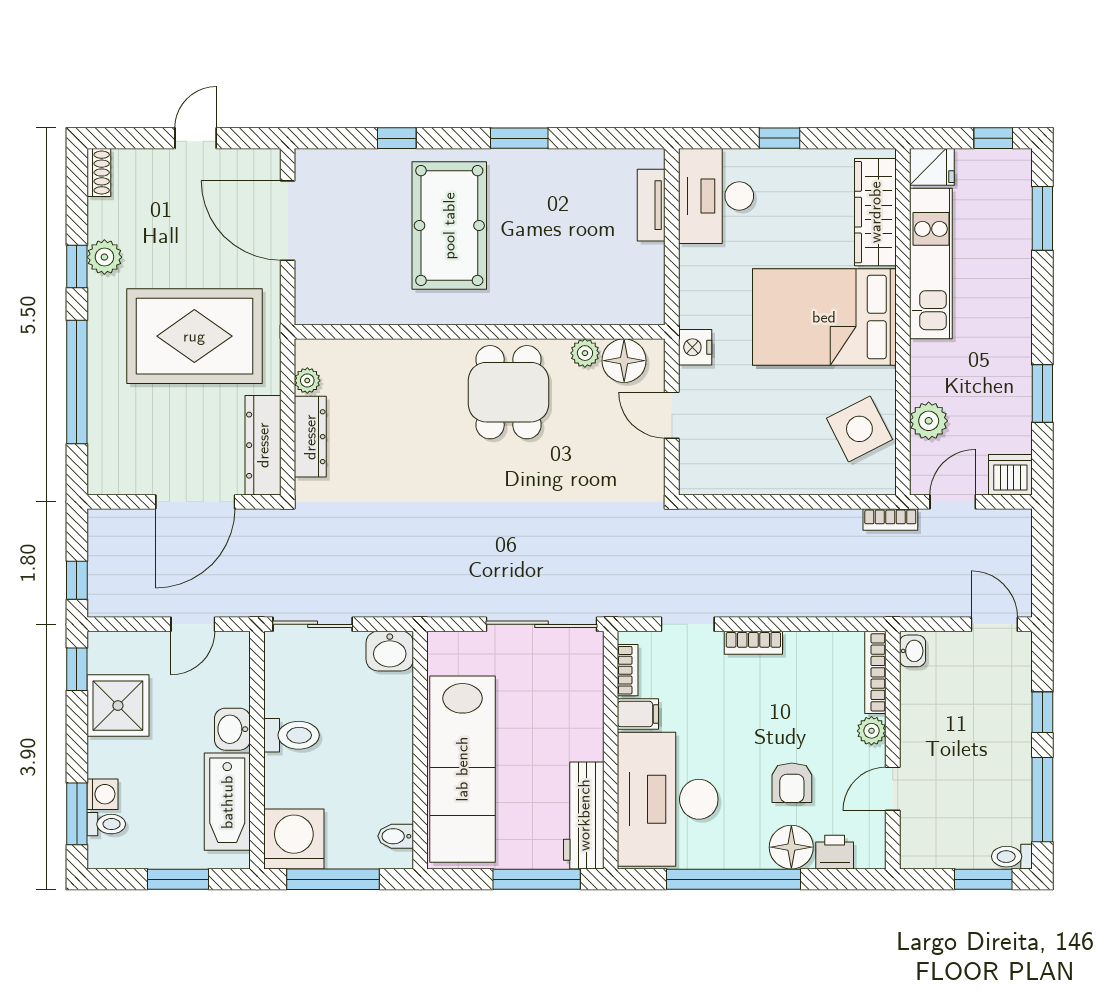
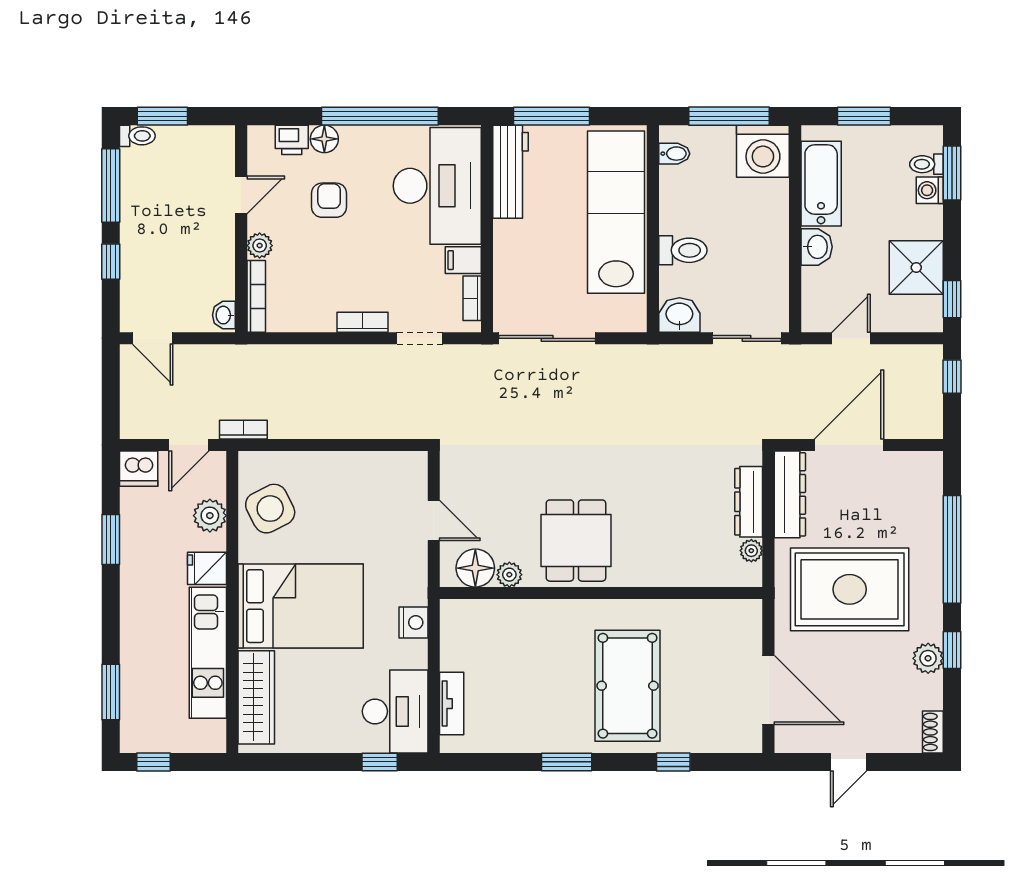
window: (780, 138) -> (380, 762), moved
fridge: (932, 167) -> (207, 568), moved
nightstand: (695, 347) -> (413, 622), moved
toilet: (291, 735) -> (683, 250), moved, turned 180
floor lamp: (791, 847) -> (324, 139), width x0.73, depth x0.73

